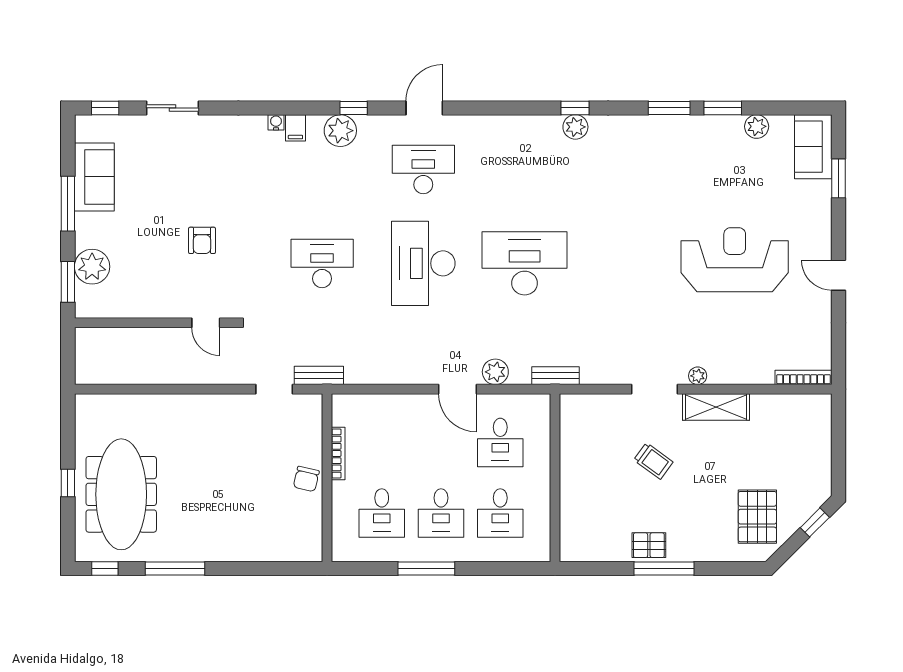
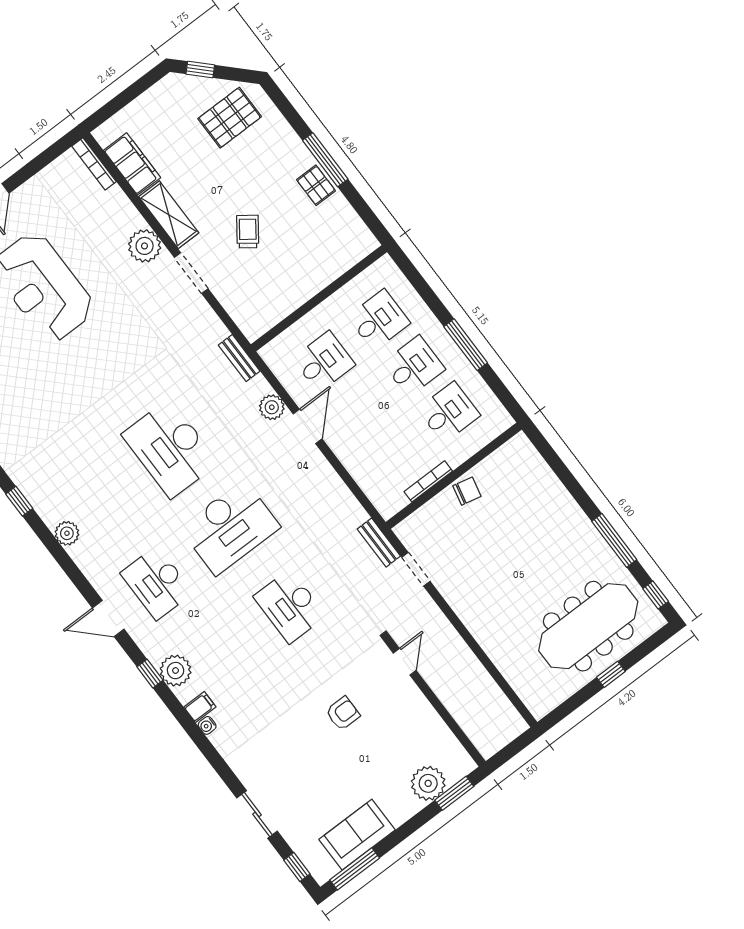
plant: (575, 127) -> (67, 533), moved
window: (68, 204) -> (355, 869), moved
plant: (698, 376) -> (145, 246), width x1.87, depth x1.87
filing cabinet: (780, 409) -> (132, 164), added

